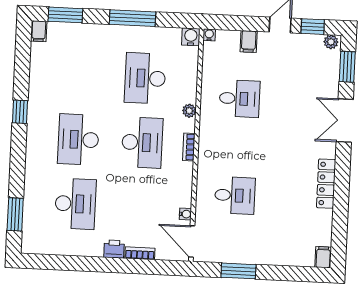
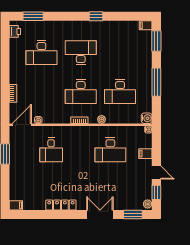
desk: (145, 78) -> (120, 92), turned 180
desk: (239, 99) -> (110, 150), width x1.37
printer: (114, 249) -> (15, 31), moved

